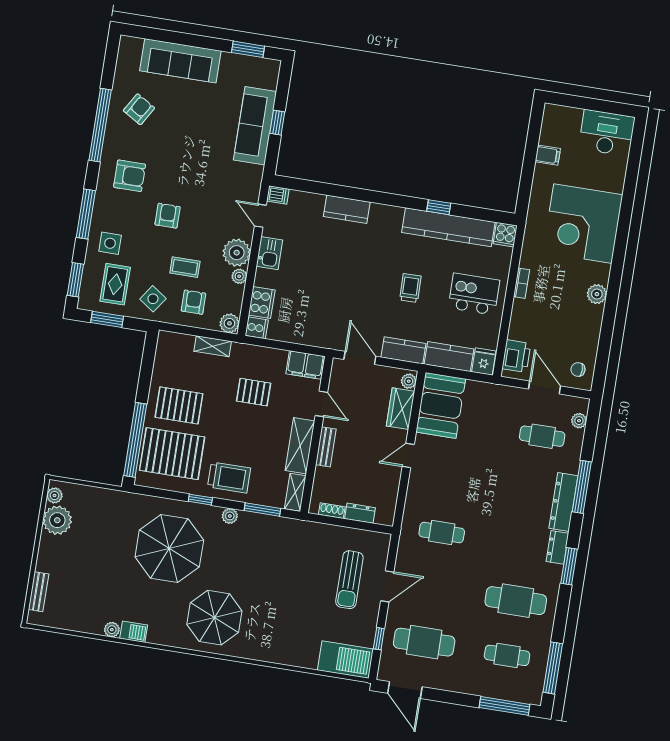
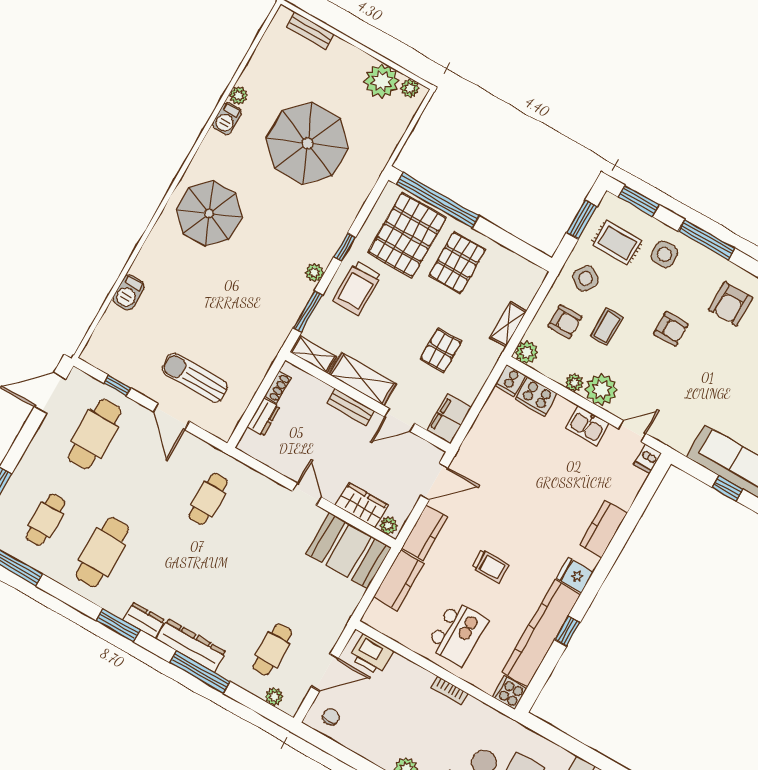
fridge: (484, 361) -> (575, 575), moved, turned 180
parasol: (169, 549) -> (307, 143), moved
barbecue: (345, 660) -> (129, 292), moved, width x0.53, depth x0.65

